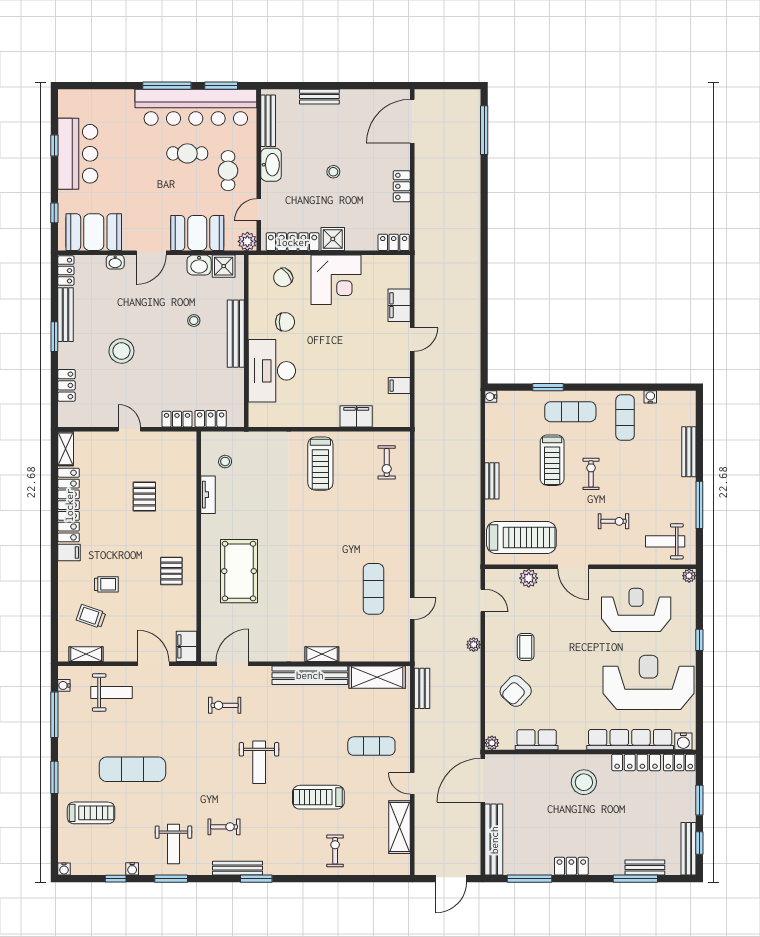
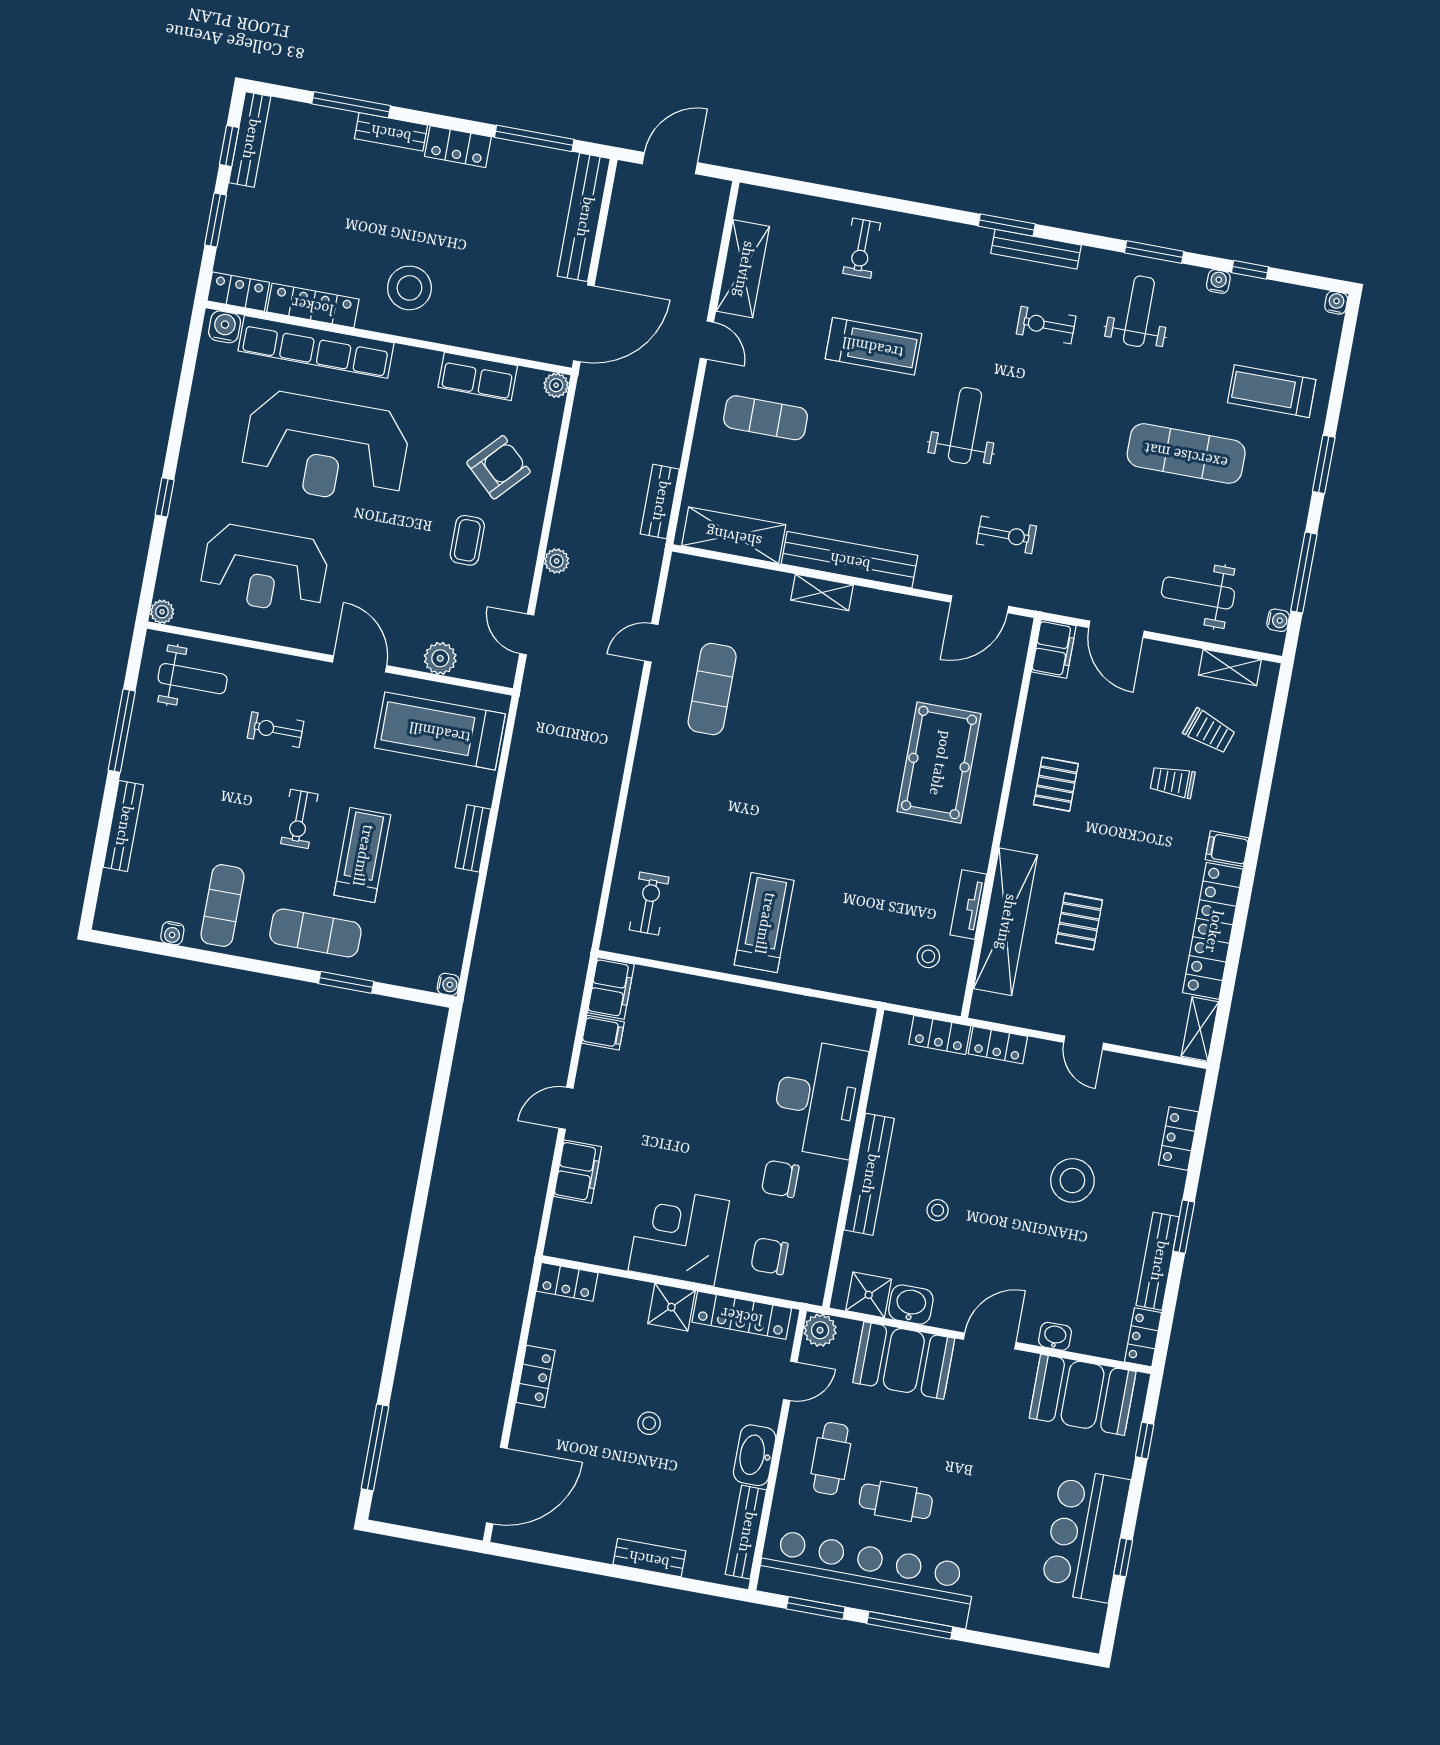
chair: (283, 278) -> (770, 1256), turned -142
filing cabinet: (356, 416) -> (611, 988), moved, turned -90
shelving: (185, 489) -> (1005, 922), added
reception desk: (649, 682) -> (326, 448), moved
bench: (645, 868) -> (391, 132), moved

